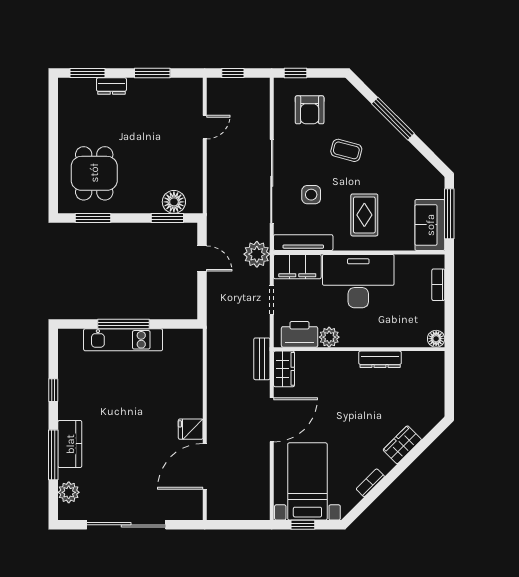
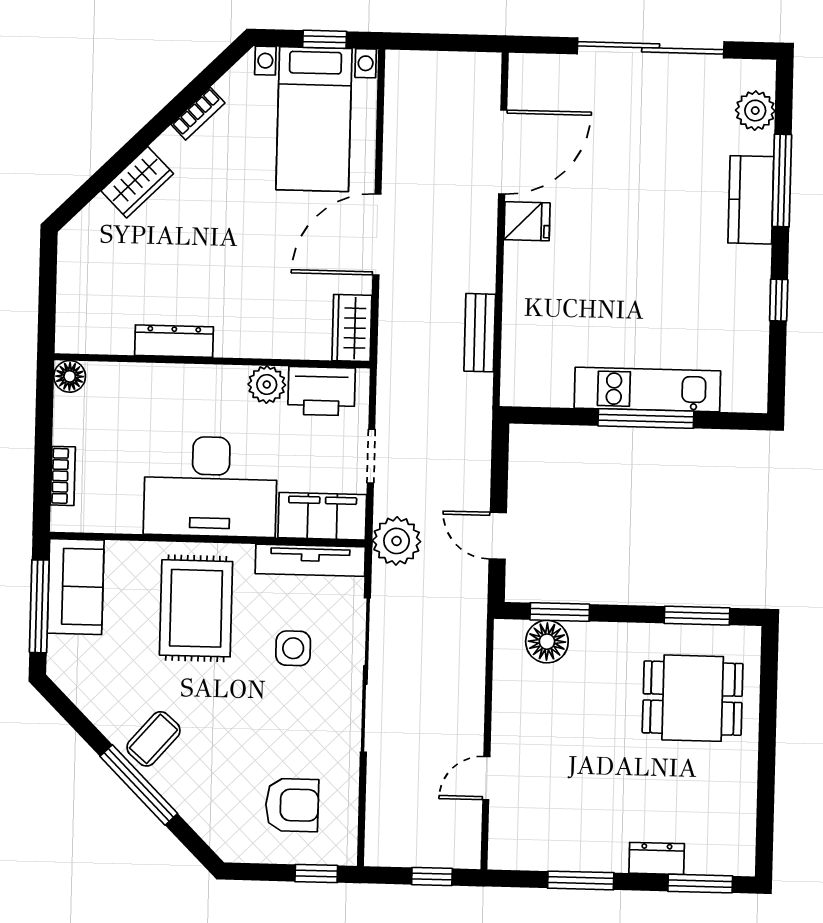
armchair: (310, 110) -> (292, 805), turned 90
coffee table: (346, 150) -> (153, 739), moved, turned -64
dining table: (94, 173) -> (693, 698), turned 90
rug: (364, 215) -> (196, 608), width x1.36, depth x1.43
bench: (262, 359) -> (480, 333), moved

